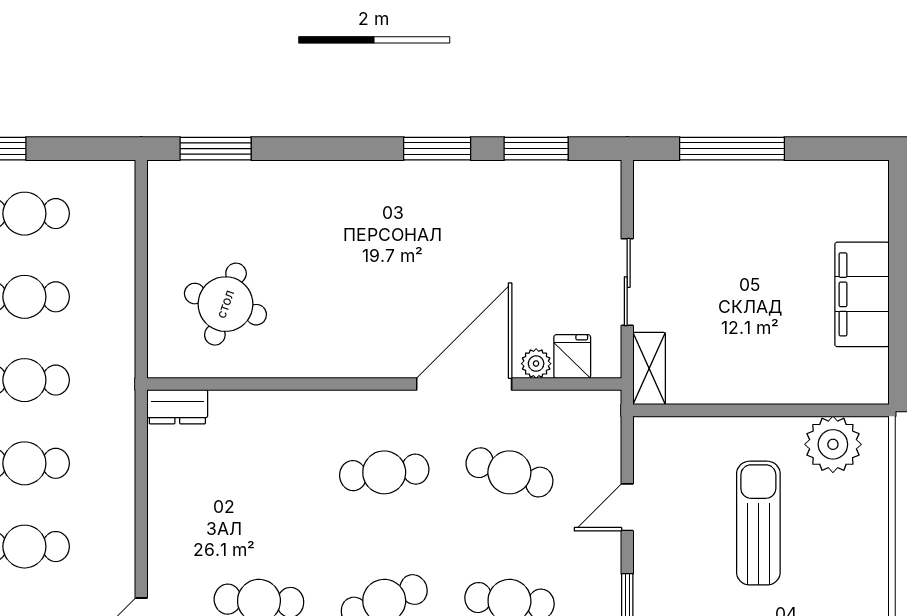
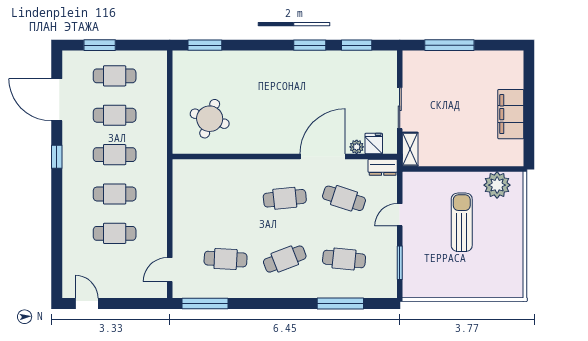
dresser: (177, 407) -> (383, 167), moved

